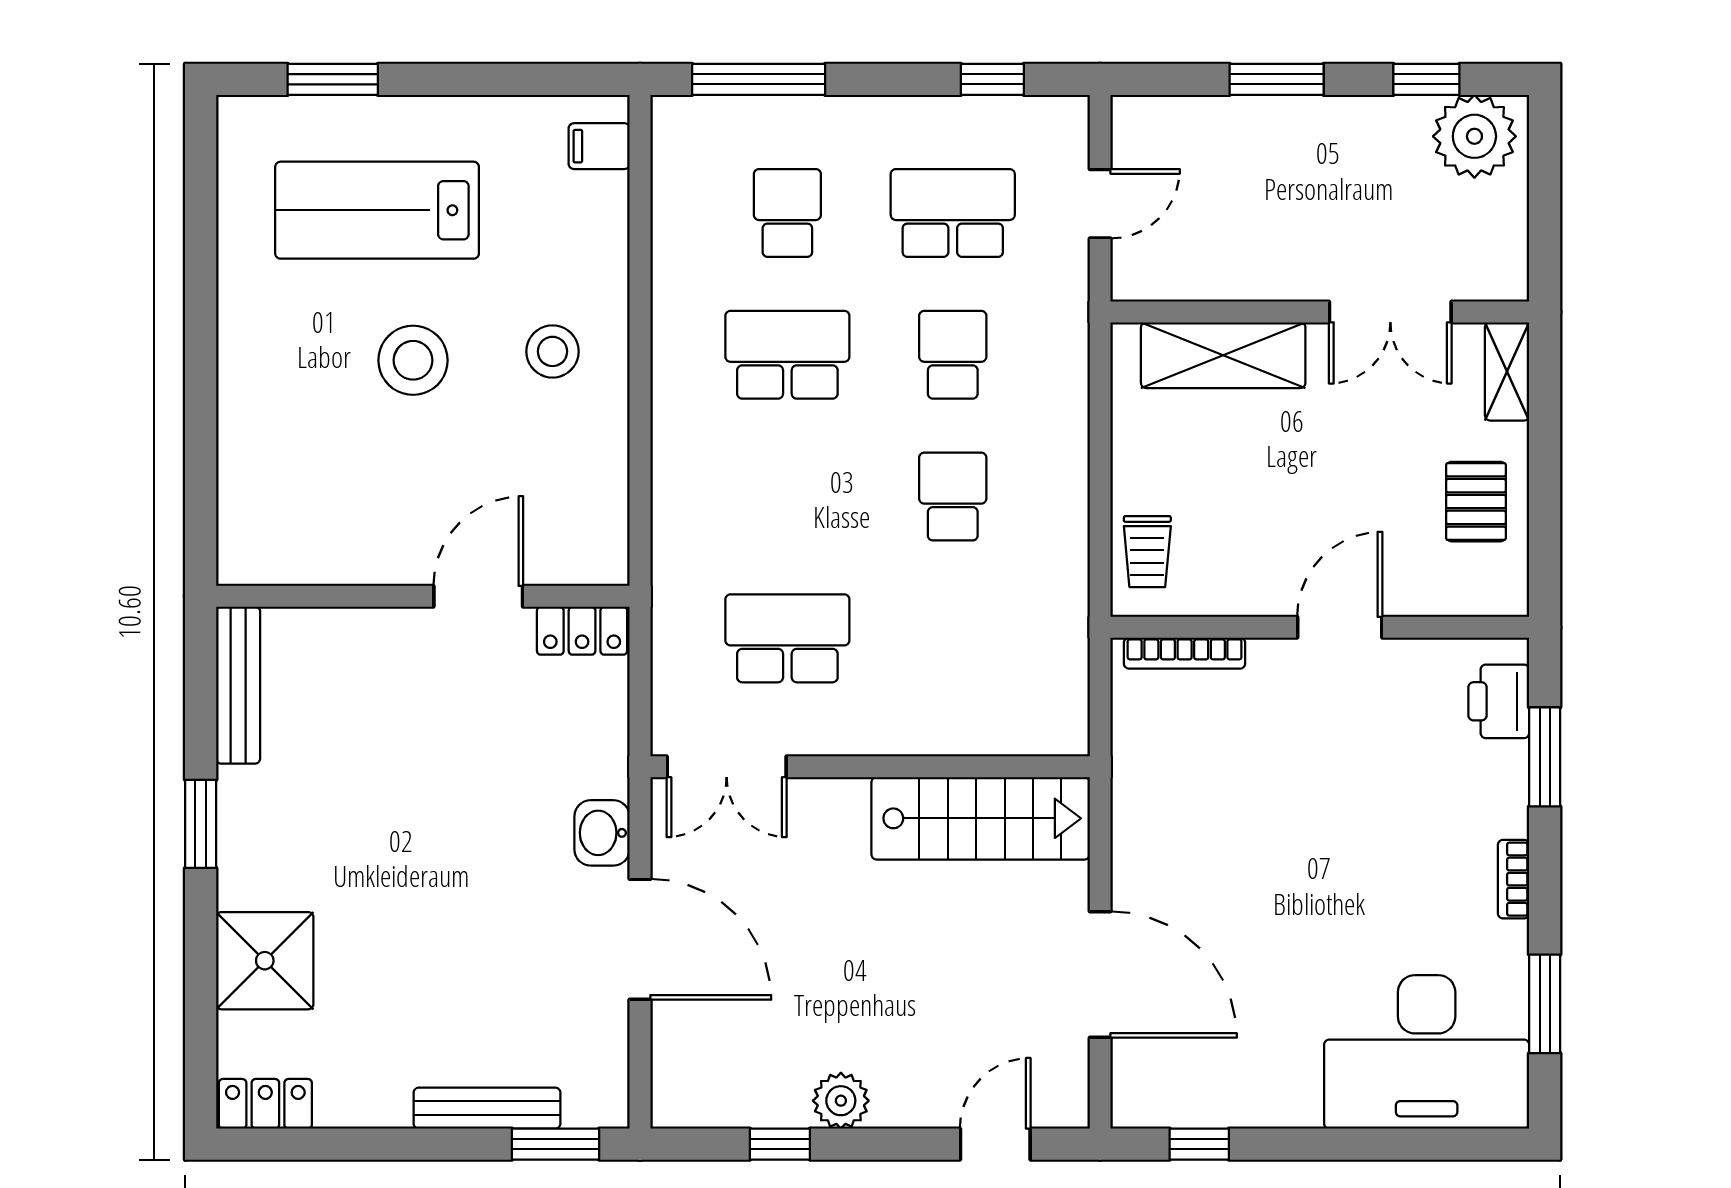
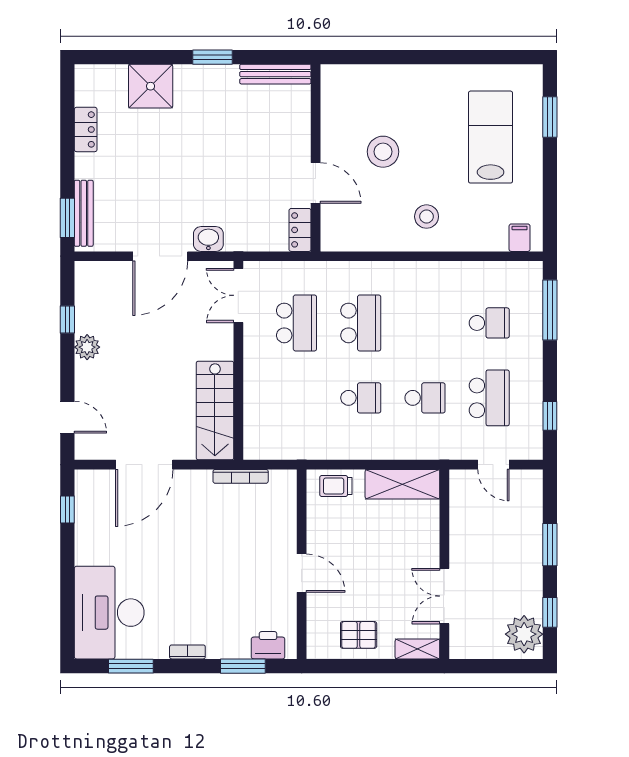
school desk: (787, 355) -> (361, 323), moved
shelving: (1223, 355) -> (402, 484), moved, turned 90
stool: (413, 360) -> (383, 152), moved
bookcase: (1185, 653) -> (241, 476), moved, turned -90
locker: (265, 1104) -> (86, 129), moved
bench: (487, 1108) -> (84, 213), moved

